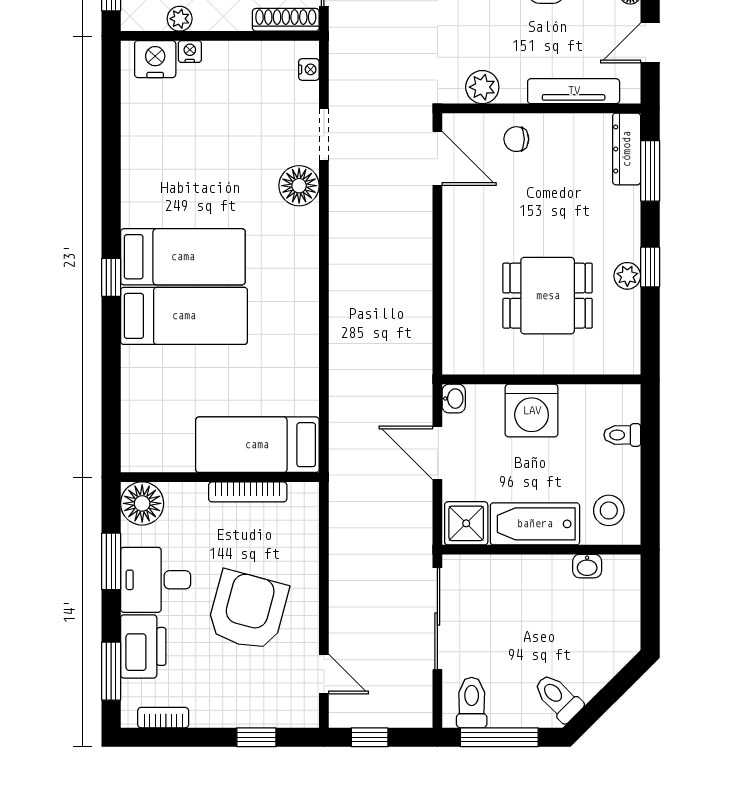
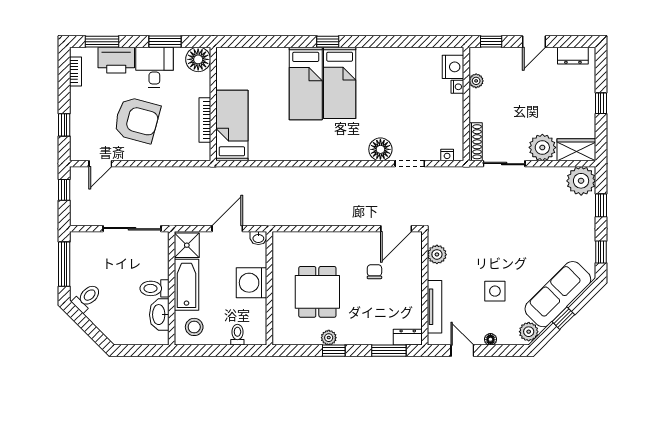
chair: (516, 139) -> (374, 272), moved
dresser: (627, 149) -> (408, 337), width x0.70
washbasin: (587, 566) -> (159, 315), width x1.91, depth x1.45
toilet: (472, 703) -> (155, 288), moved, turned 180

